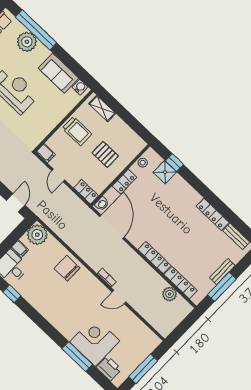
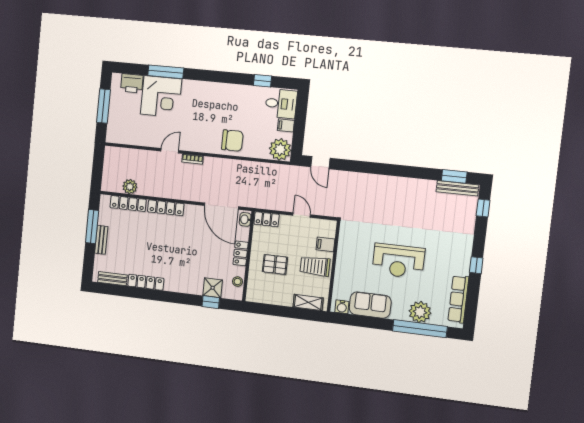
filing cabinet: (46, 153) -> (325, 244), moved

